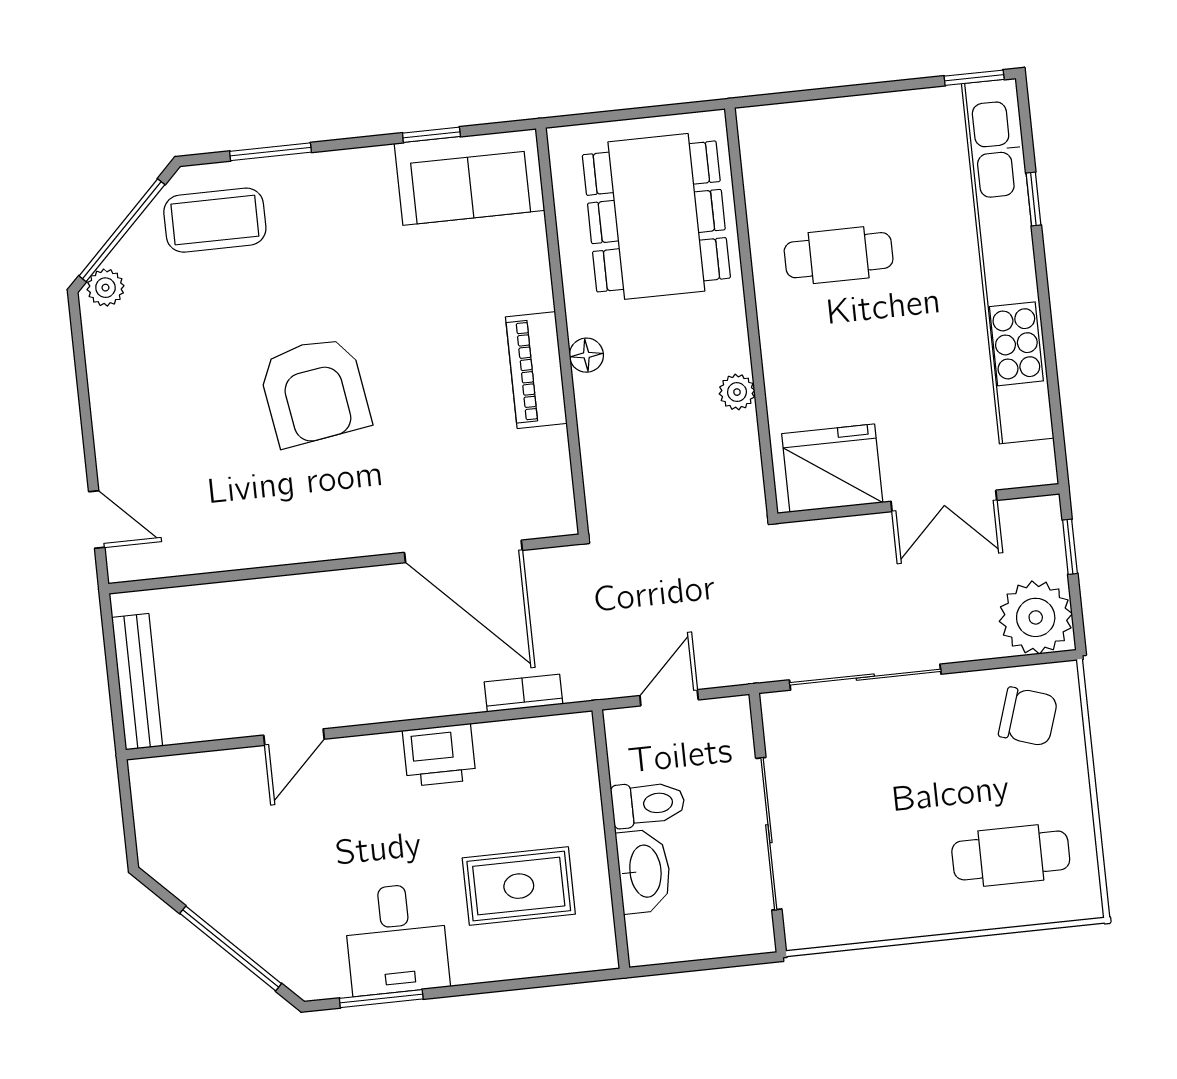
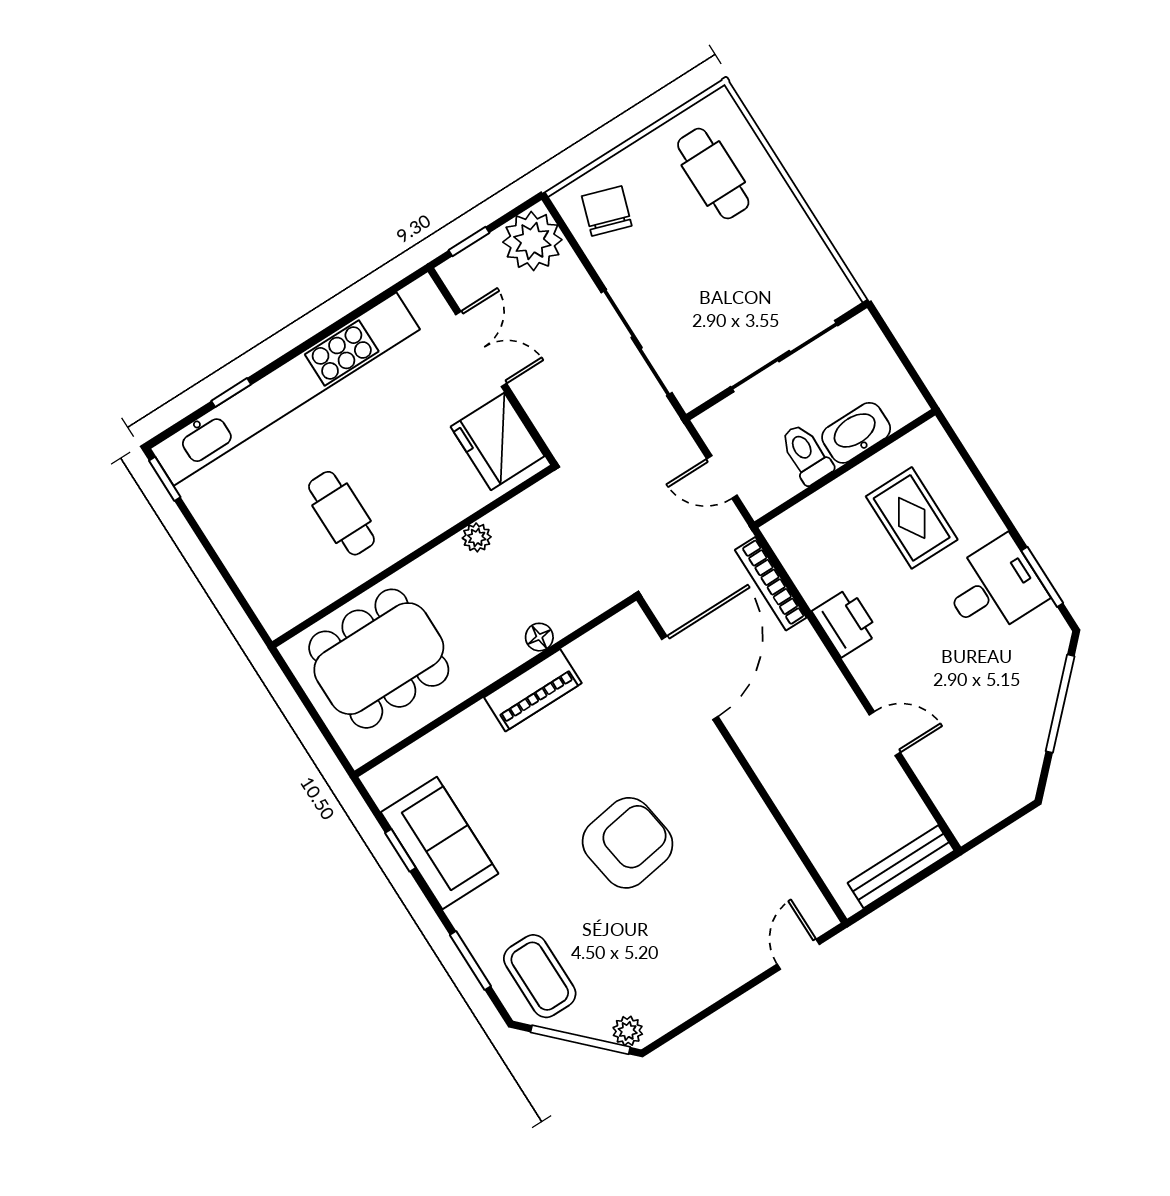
sofa: (469, 177) -> (440, 843), moved
floor lamp: (586, 355) -> (539, 637), moved
bookcase: (523, 693) -> (771, 584), width x1.56

